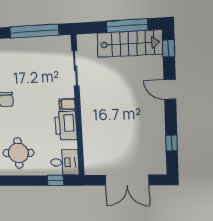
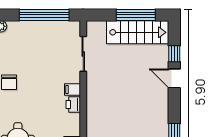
window: (169, 48) -> (174, 54), moved
printer: (66, 126) -> (73, 104), width x0.53, depth x0.68

